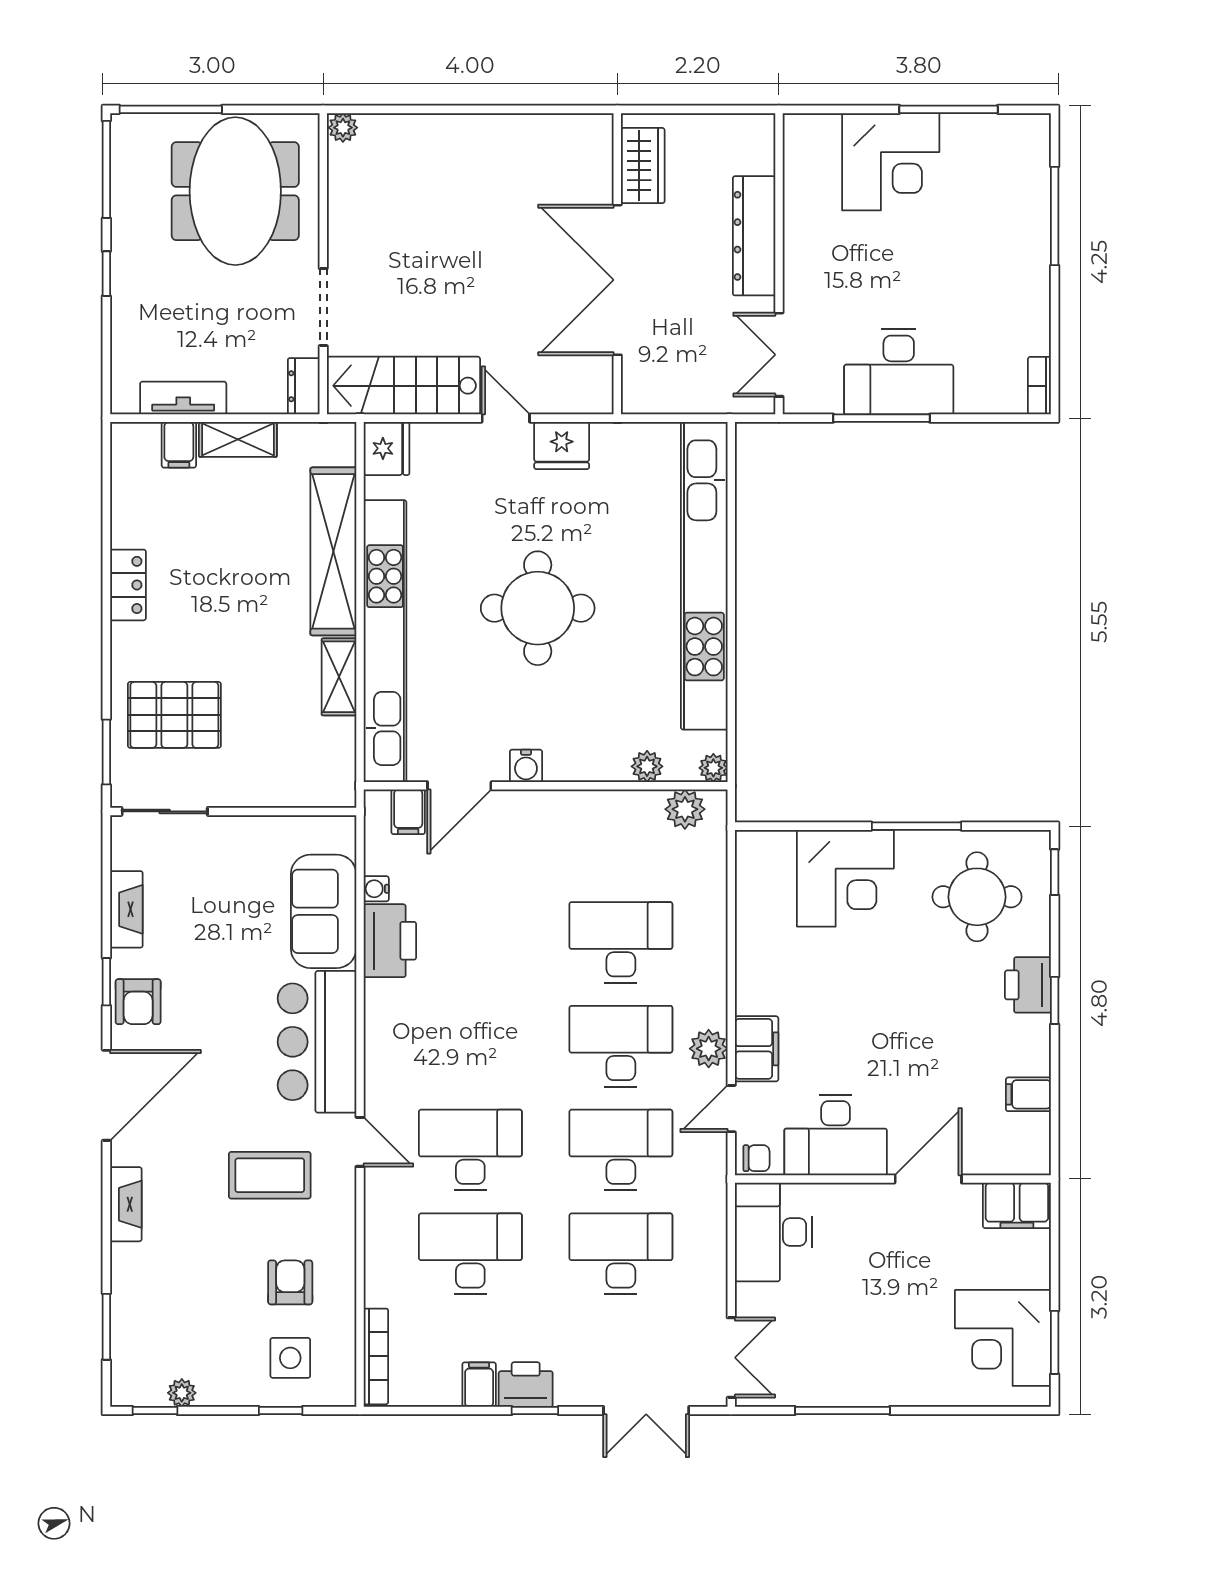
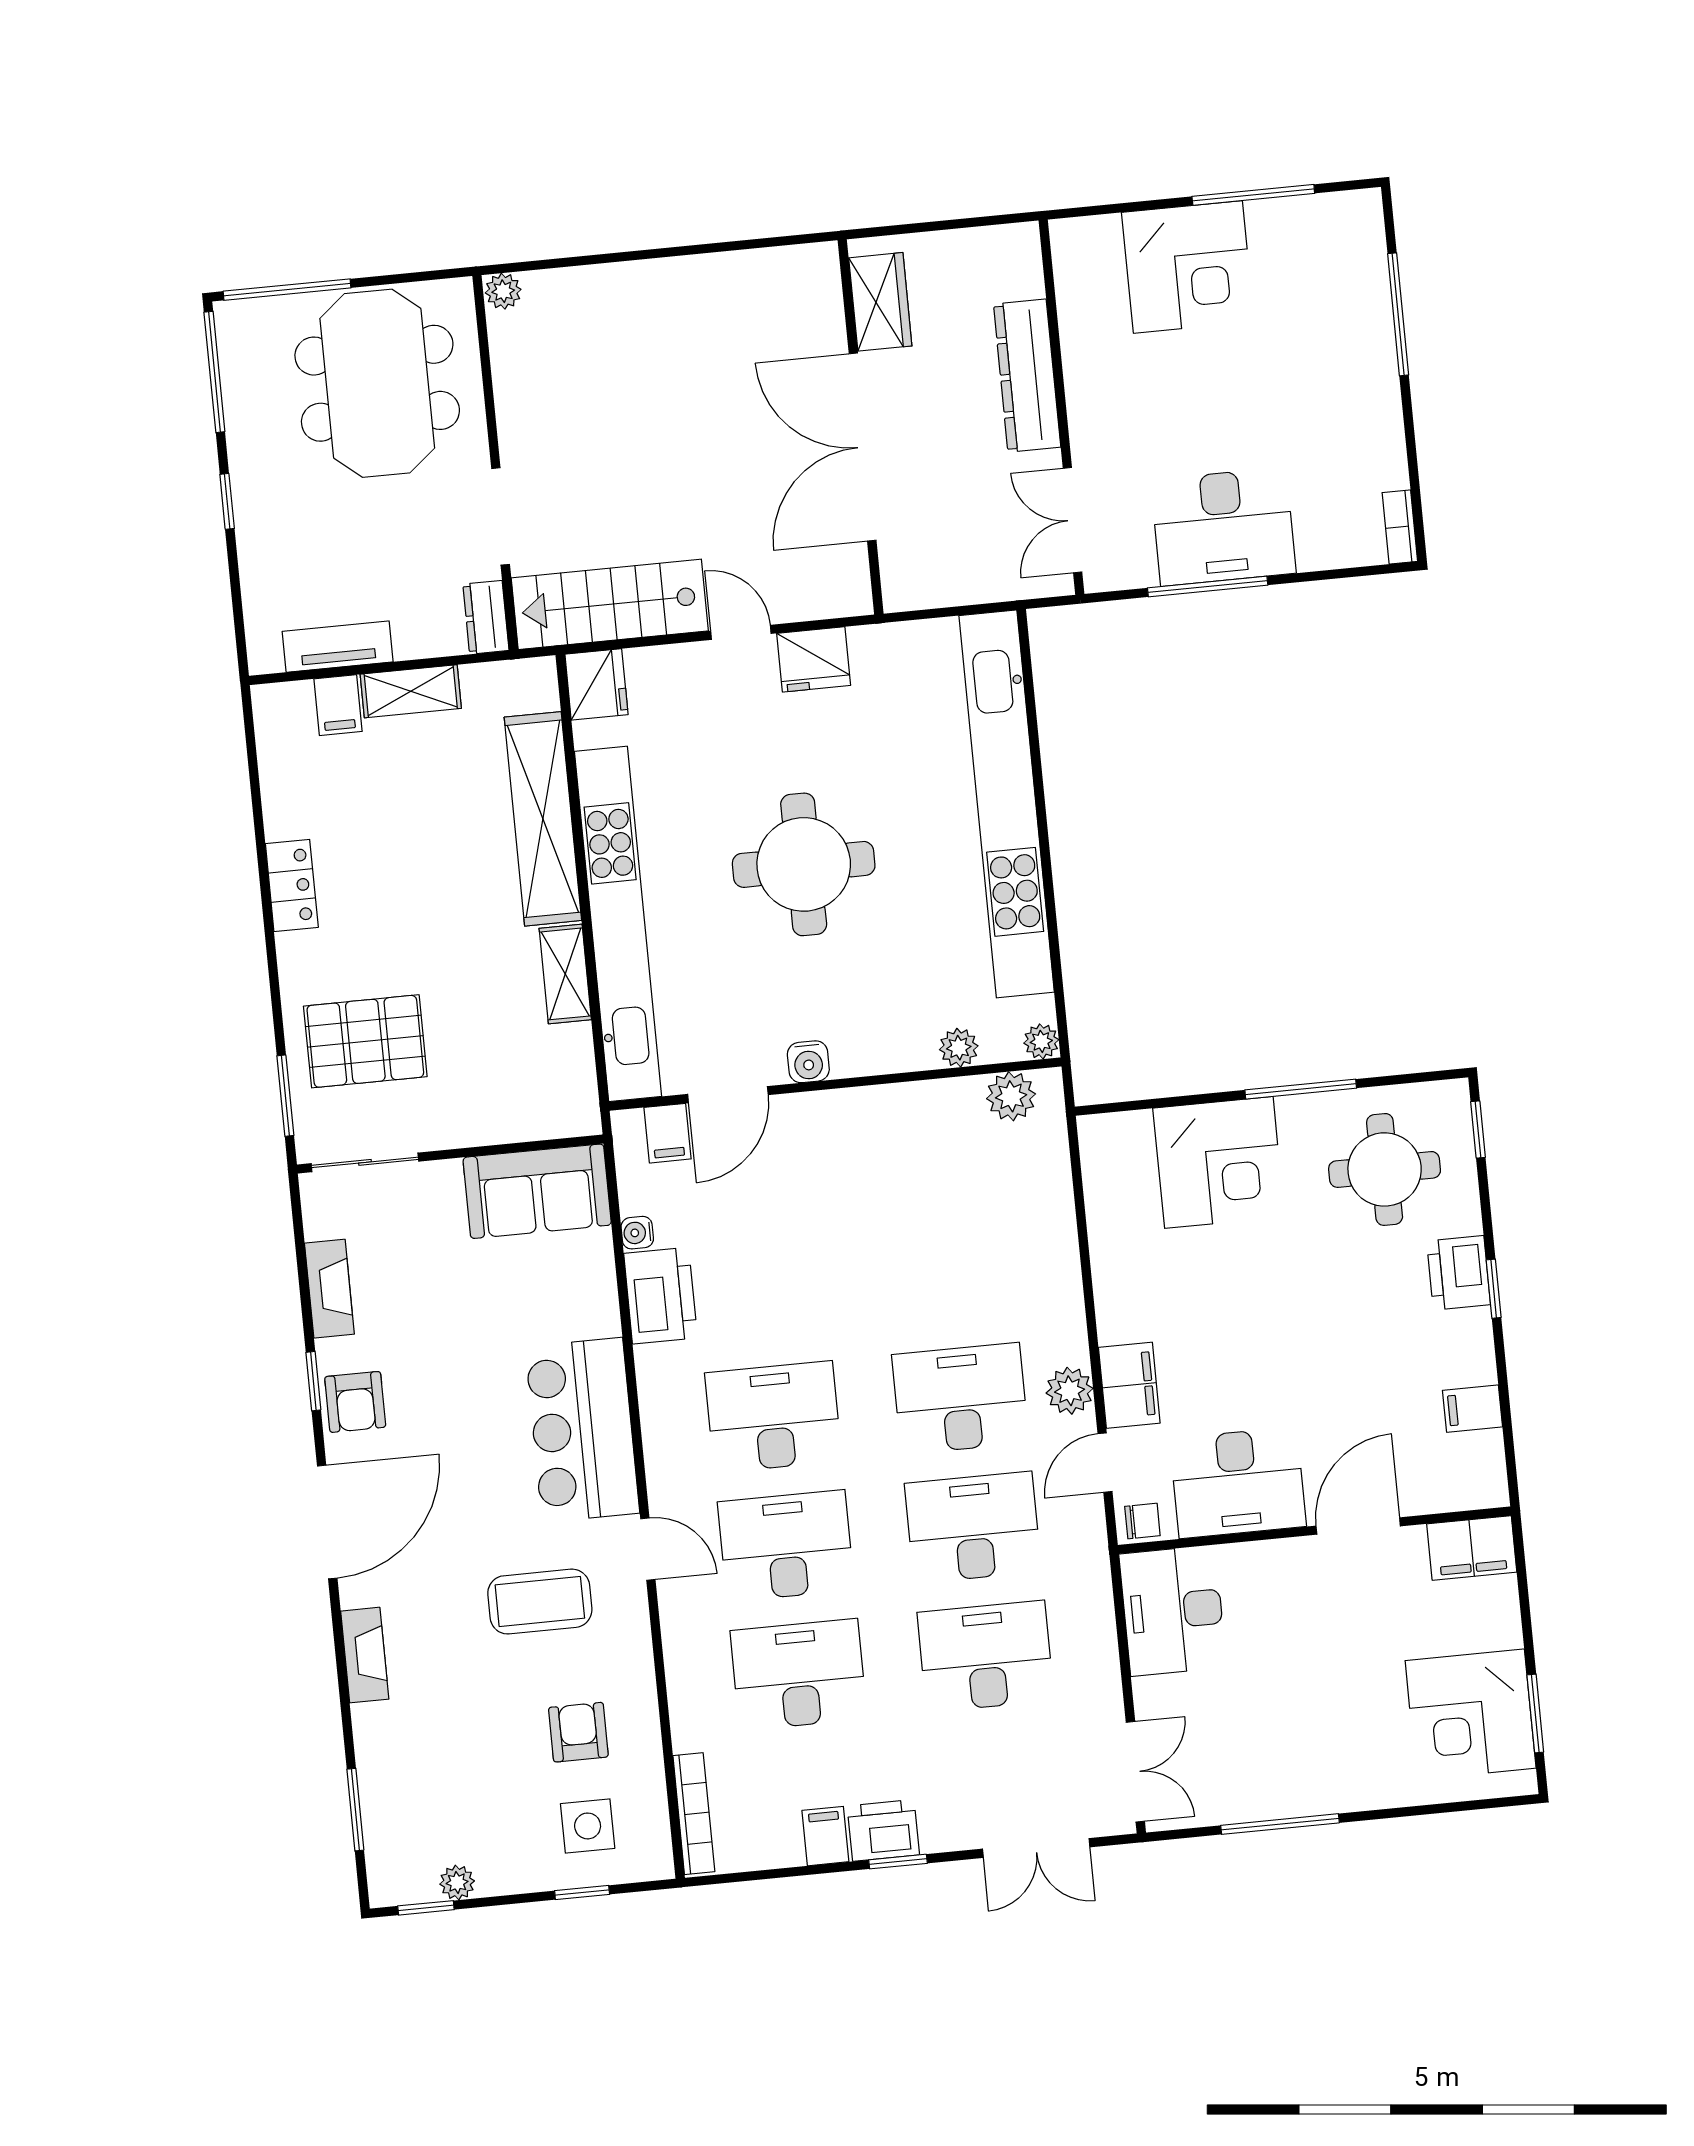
sofa: (324, 911) -> (537, 1191), moved, turned -90
desk: (621, 942) -> (773, 1417), moved

